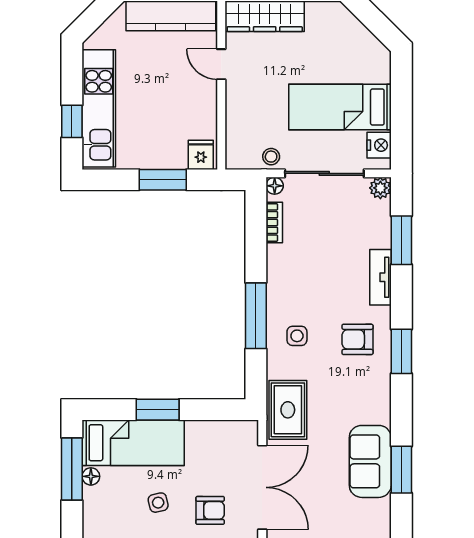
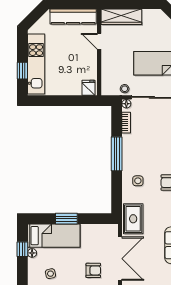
window: (163, 180) -> (69, 101), removed
window: (256, 316) -> (117, 154), moved
window: (72, 469) -> (22, 249), width x0.46
side table: (158, 503) -> (50, 274), moved

